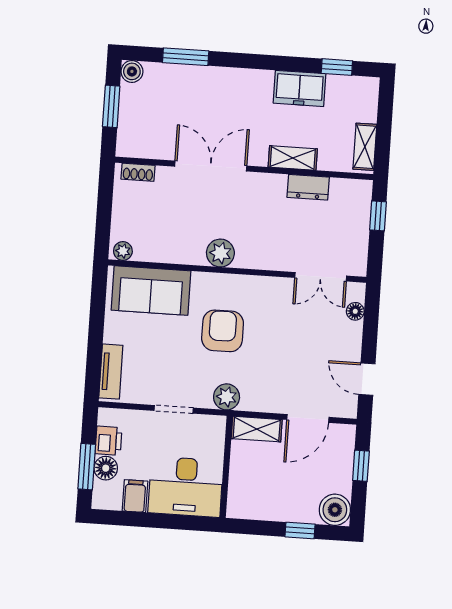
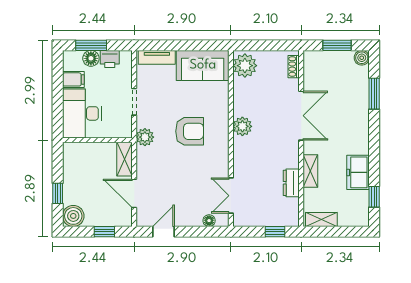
plant: (123, 251) -> (245, 66), width x1.88, depth x1.88
sofa: (151, 290) -> (203, 65), moved, turned -90

